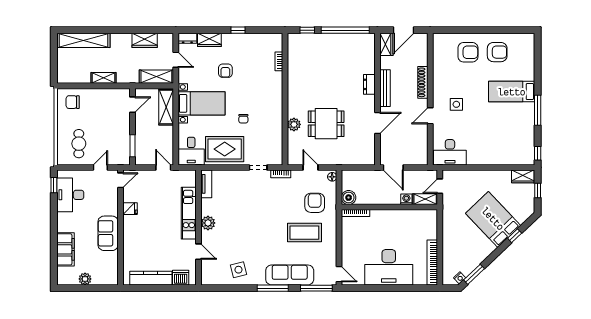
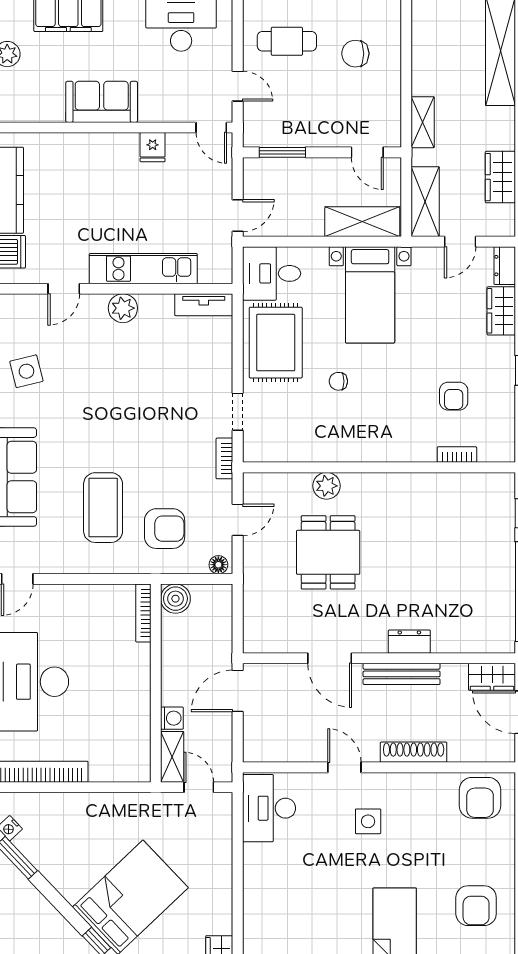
armchair: (468, 52) -> (480, 798), moved
armchair: (225, 71) -> (454, 396), moved, turned -90
shelving: (103, 78) -> (423, 122), moved
chair: (73, 102) -> (355, 54), moved, turned -90

